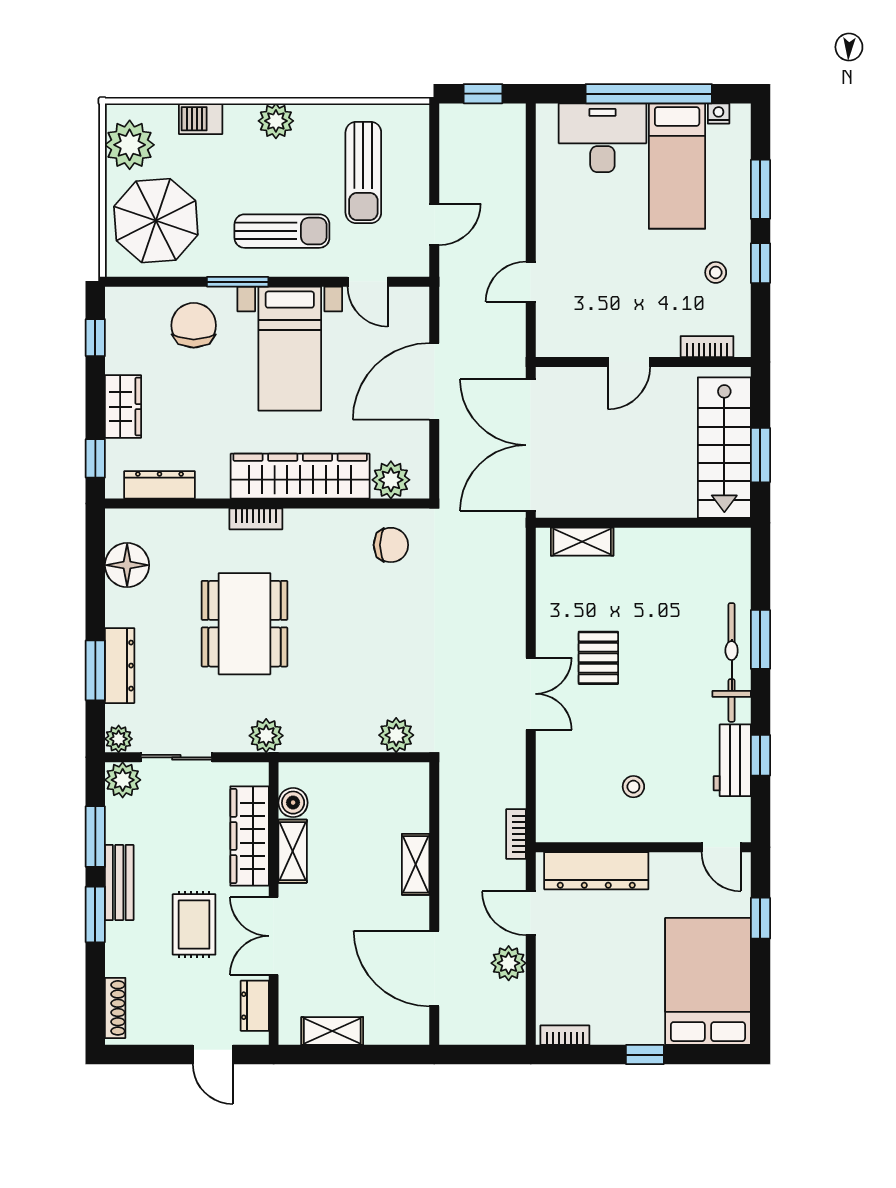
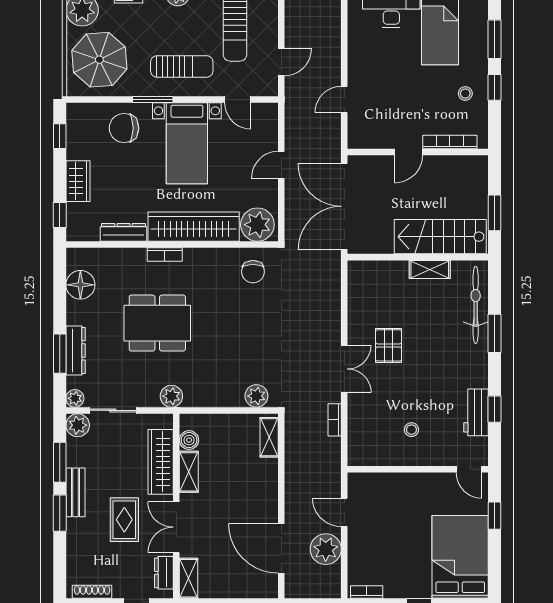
chair: (194, 325) -> (124, 128), turned -90
bookcase: (707, 347) -> (450, 142), width x1.56
door: (434, 381) -> (281, 165), width x0.53
stairs: (724, 448) -> (440, 237), moved, turned 90
plant: (391, 480) -> (257, 225), width x1.36, depth x1.36
dresser: (159, 485) -> (123, 232), moved
shelving: (582, 542) -> (430, 269), moved
chair: (391, 545) -> (253, 272), turned 90
dining table: (245, 624) -> (157, 323), turned 90
bicycle: (732, 662) -> (476, 305), moved
bookcase: (516, 834) -> (335, 420), moved
shelving: (416, 864) -> (269, 437), moved
dresser: (596, 871) -> (387, 485), removed
plant: (509, 963) -> (326, 549), width x1.36, depth x1.36
shoe rack: (115, 1008) -> (92, 592), moved, turned -90
shelving: (332, 1031) -> (189, 578), moved, turned 90

